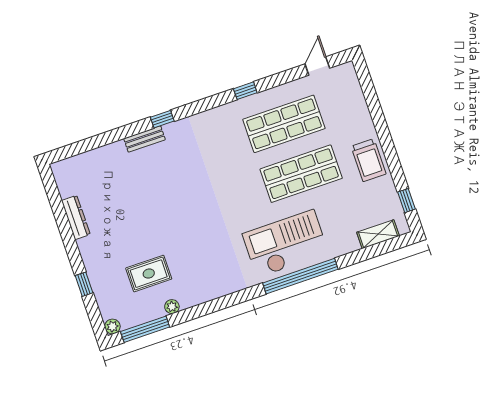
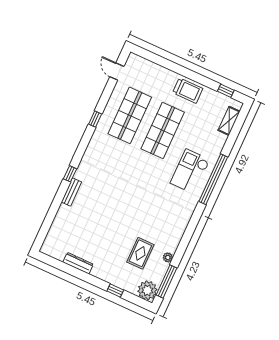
checkout: (285, 244) -> (190, 171), width x0.73, depth x0.83
plant: (112, 326) -> (147, 290), width x1.88, depth x1.88

